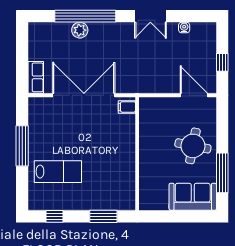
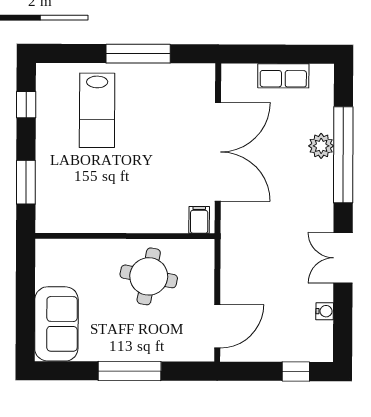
window: (222, 62) -> (296, 371), moved
row of seats: (36, 77) -> (283, 76), moved
round table: (193, 146) -> (149, 276), moved
window: (222, 173) -> (130, 371), moved

